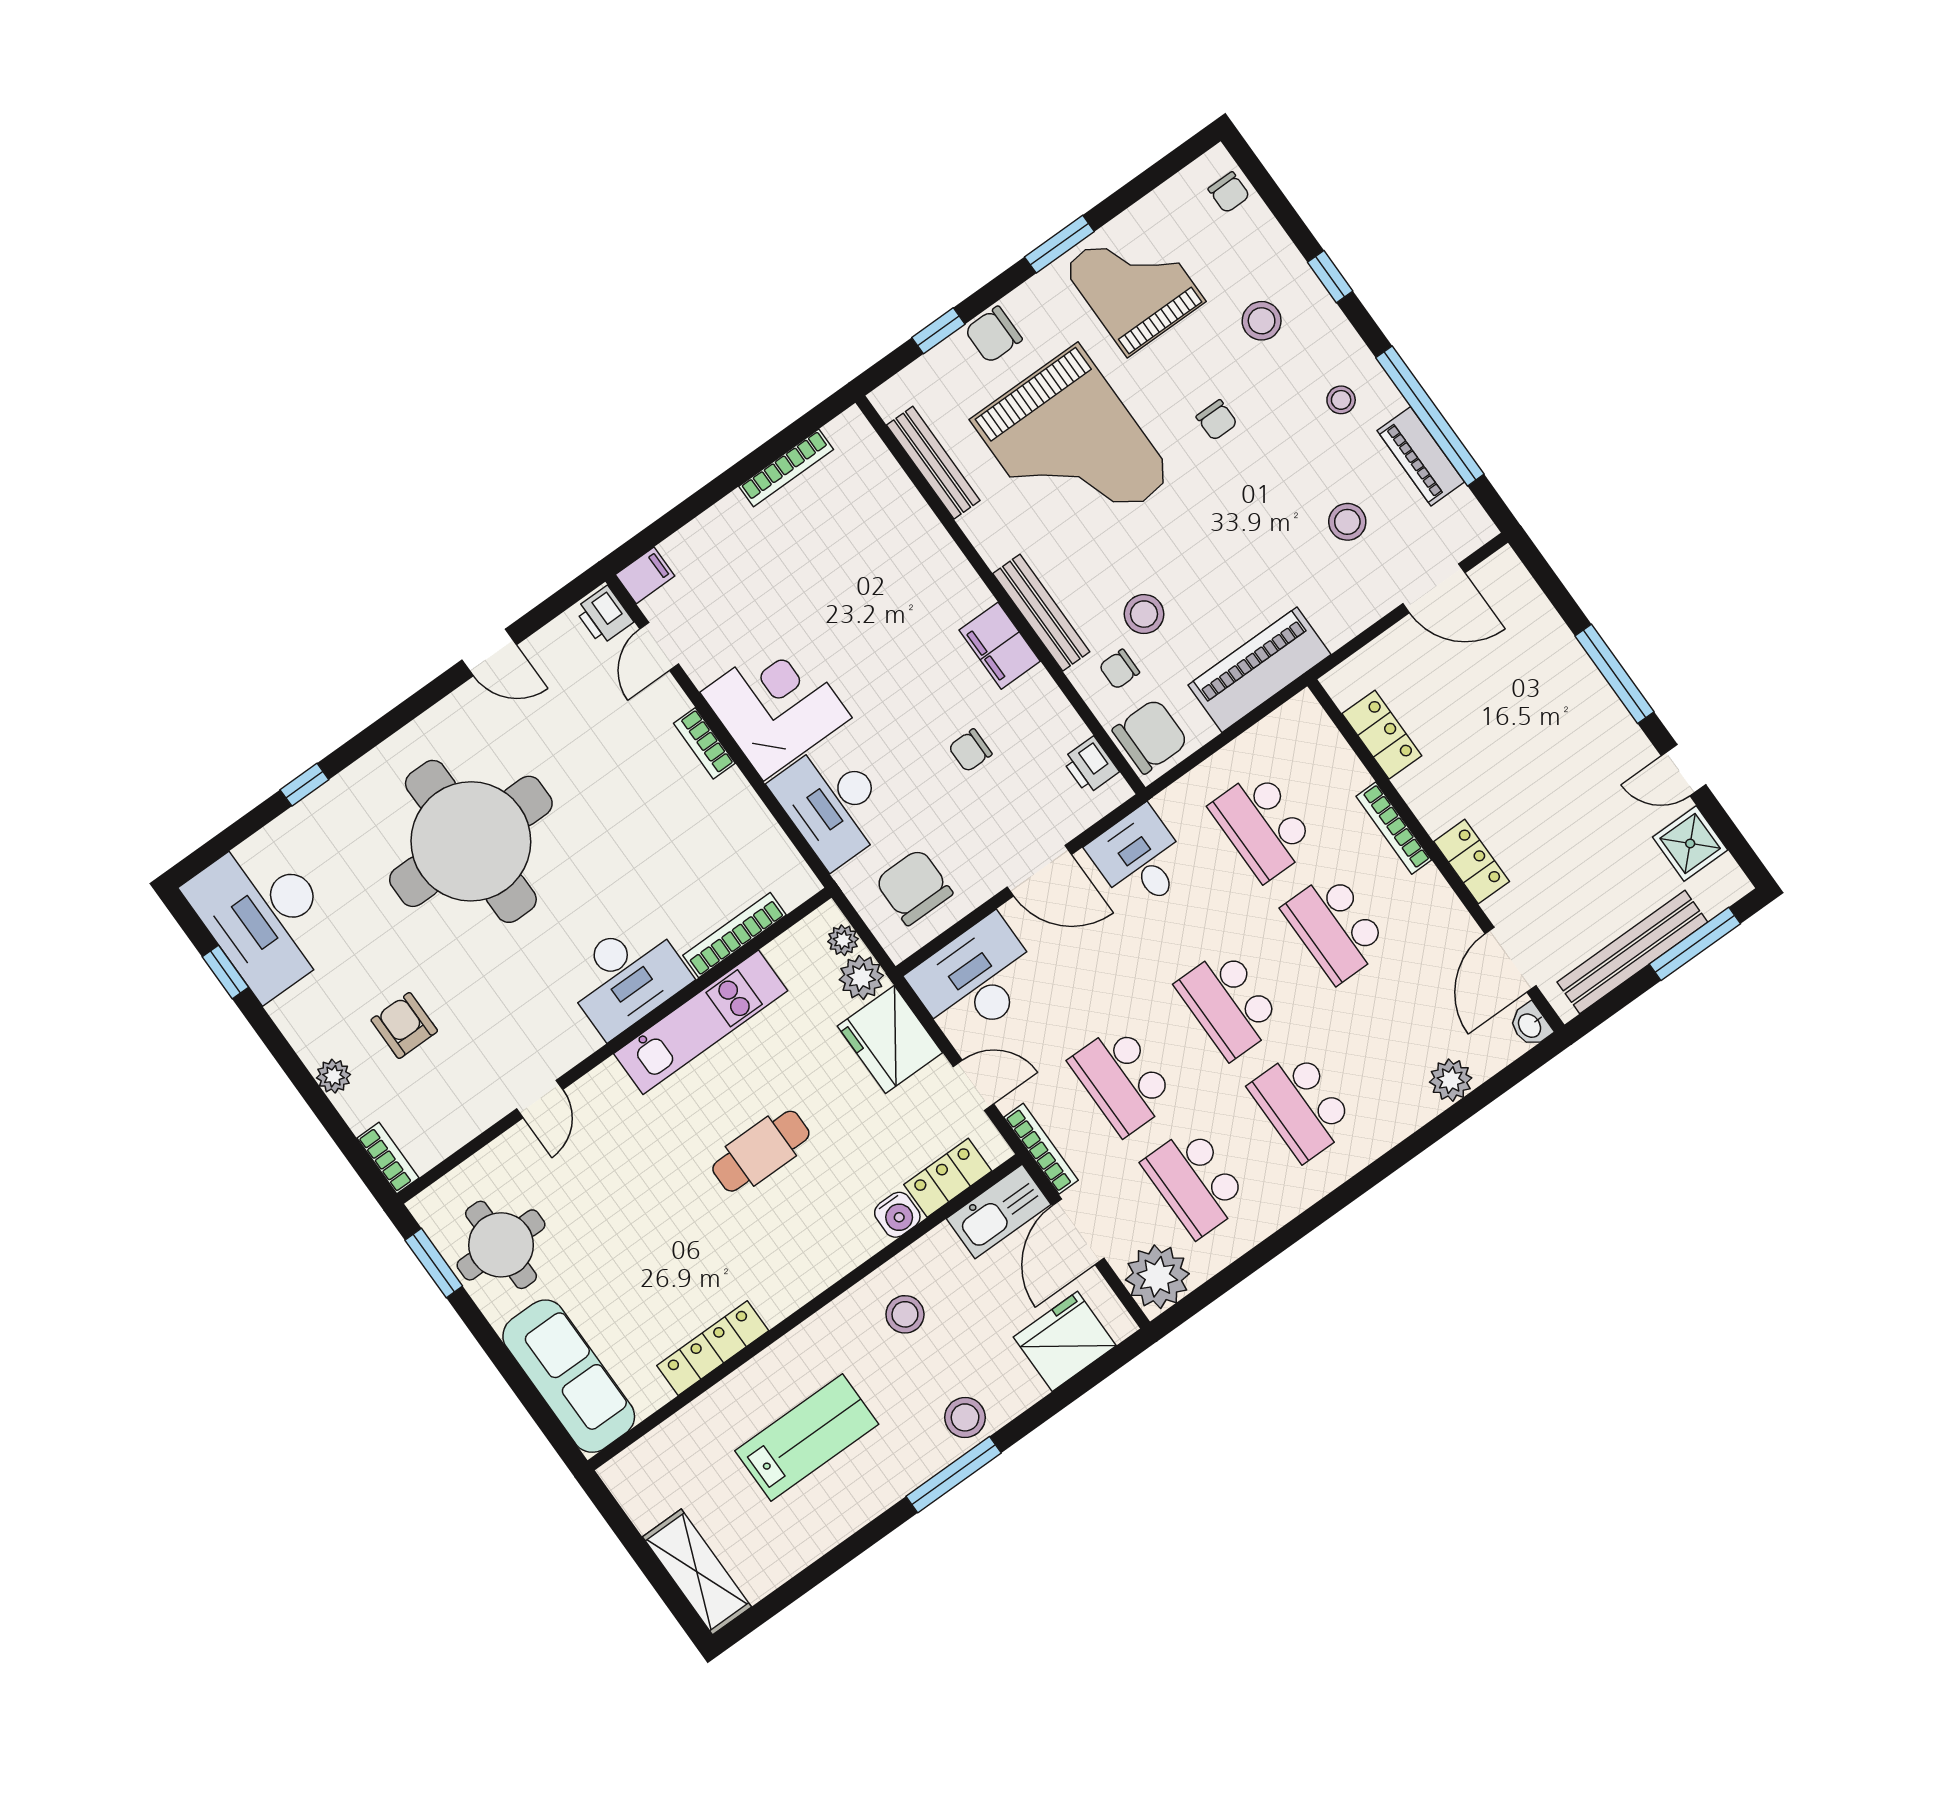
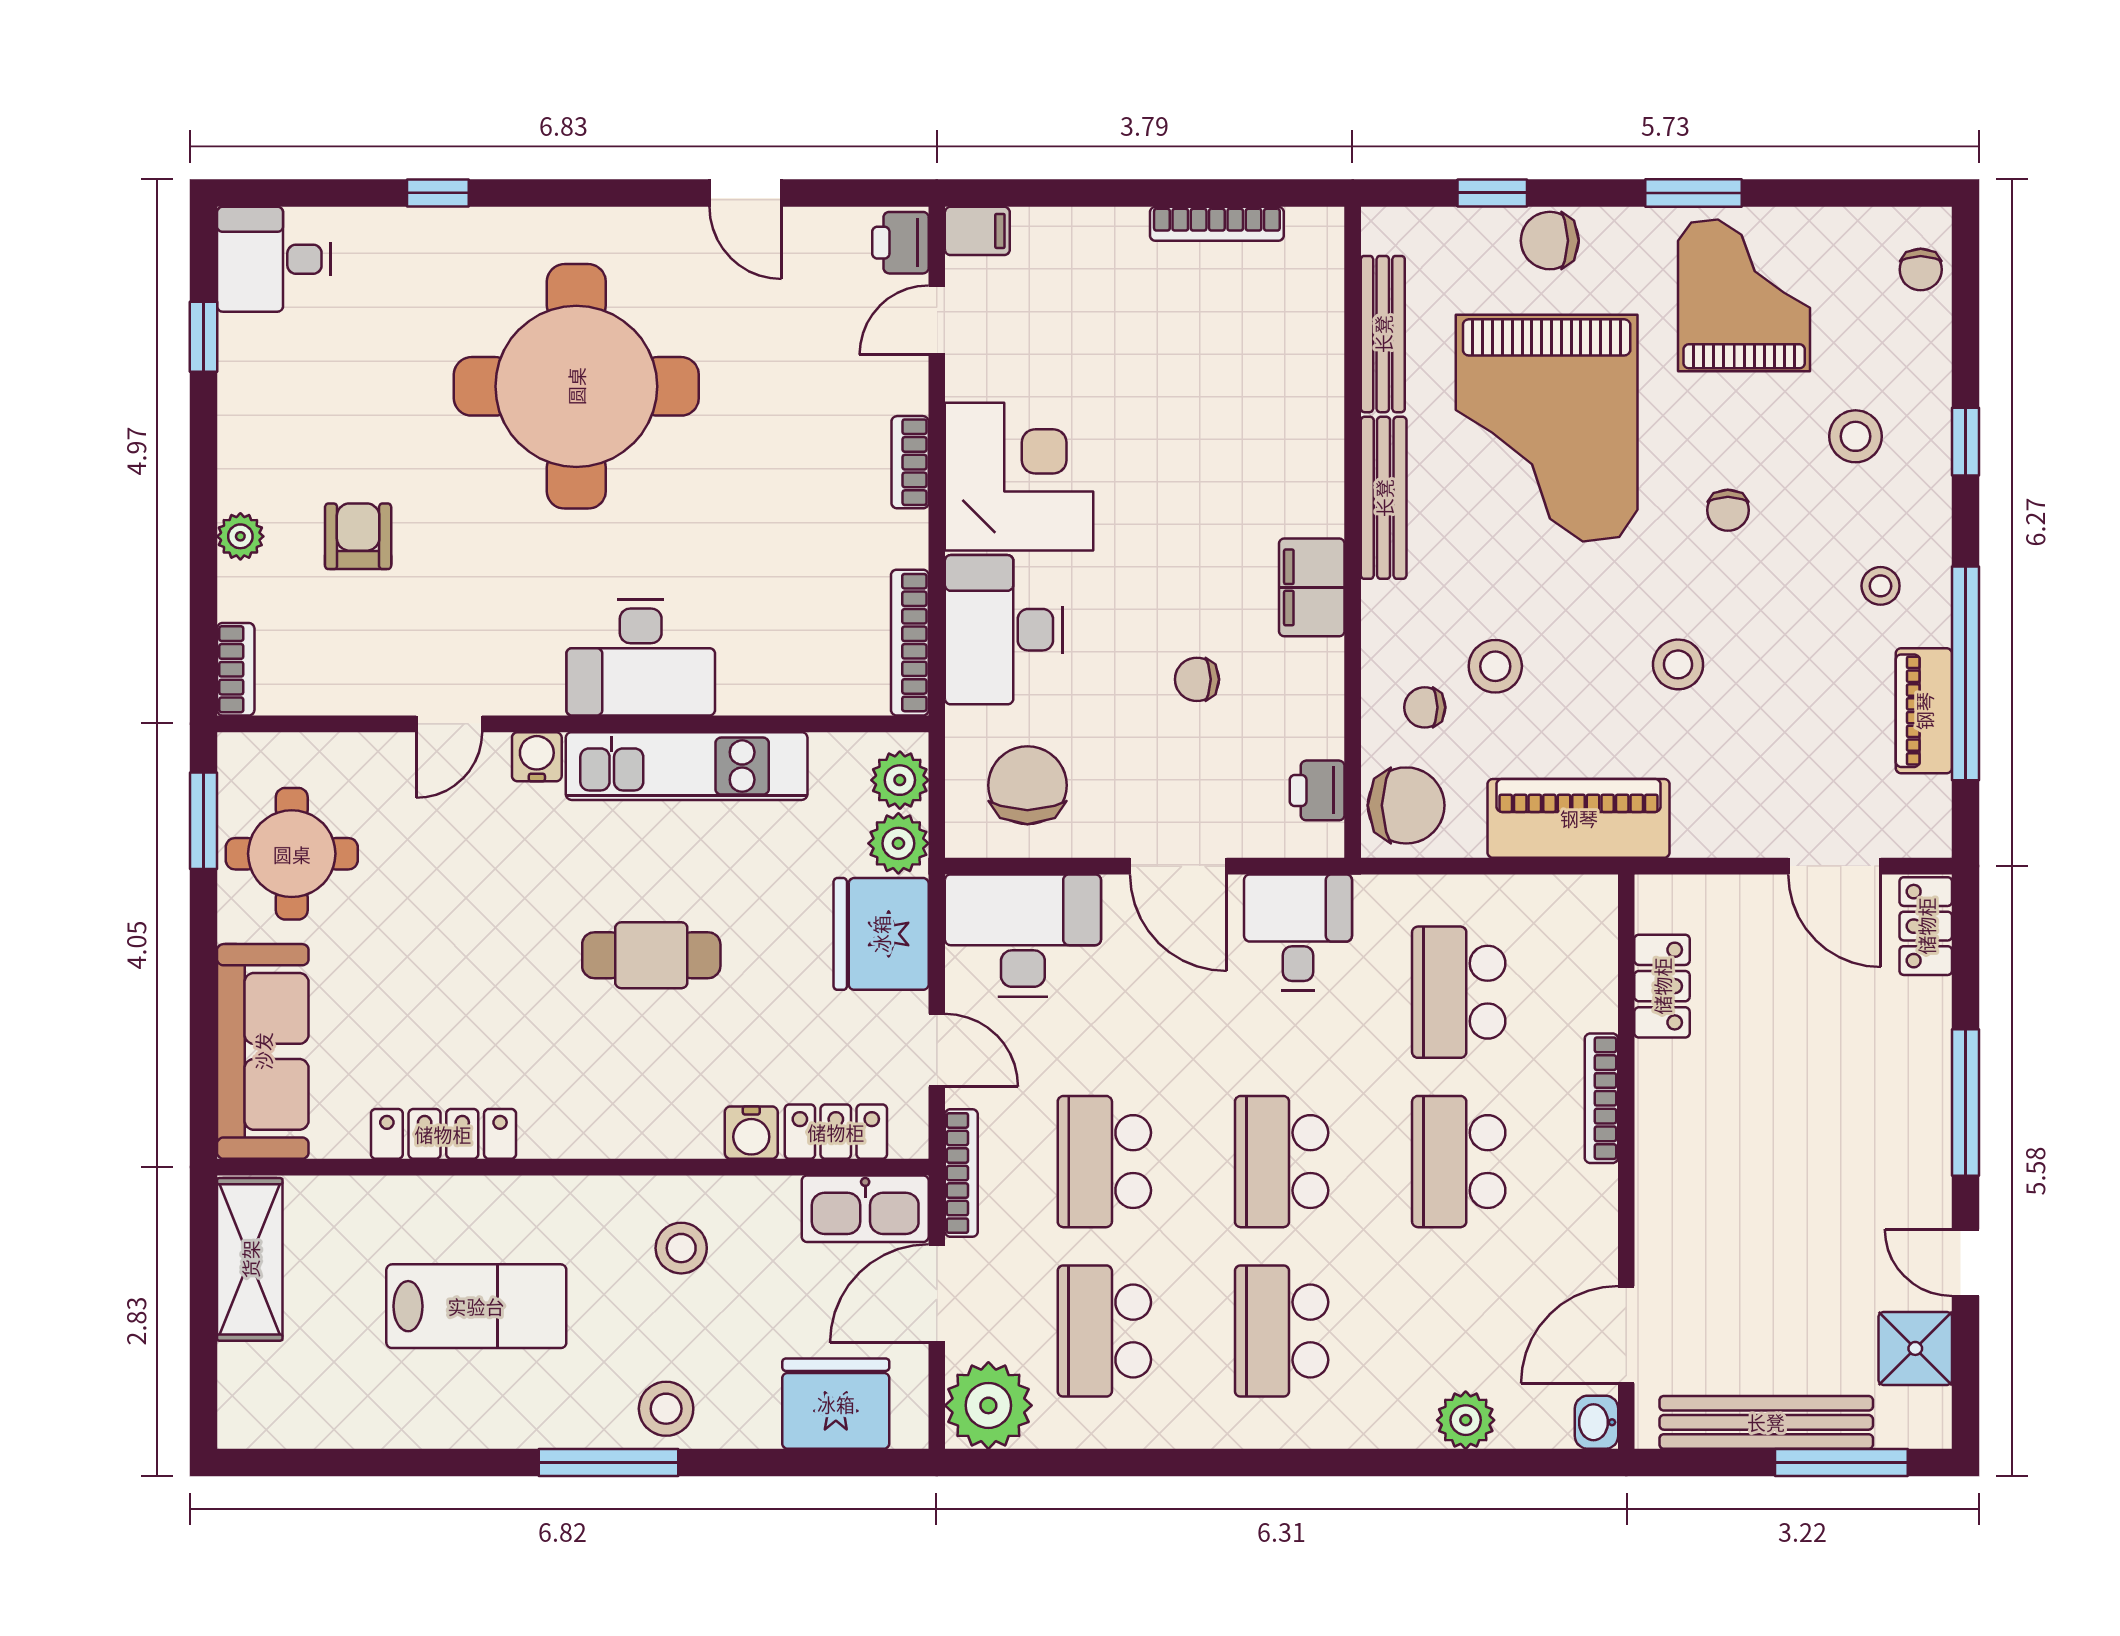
stool: (1347, 522) -> (1678, 664), moved
bench: (1041, 613) -> (1384, 498), moved
locker: (1472, 862) -> (1926, 926), moved, turned 180
desk: (264, 915) -> (274, 259), width x0.53, depth x0.77
bookcase: (734, 935) -> (910, 643), moved, turned -90
plant: (843, 940) -> (900, 780), width x1.38, depth x1.38
water cooler: (607, 1081) -> (537, 757), added
shelving: (697, 1572) -> (250, 1259), moved

